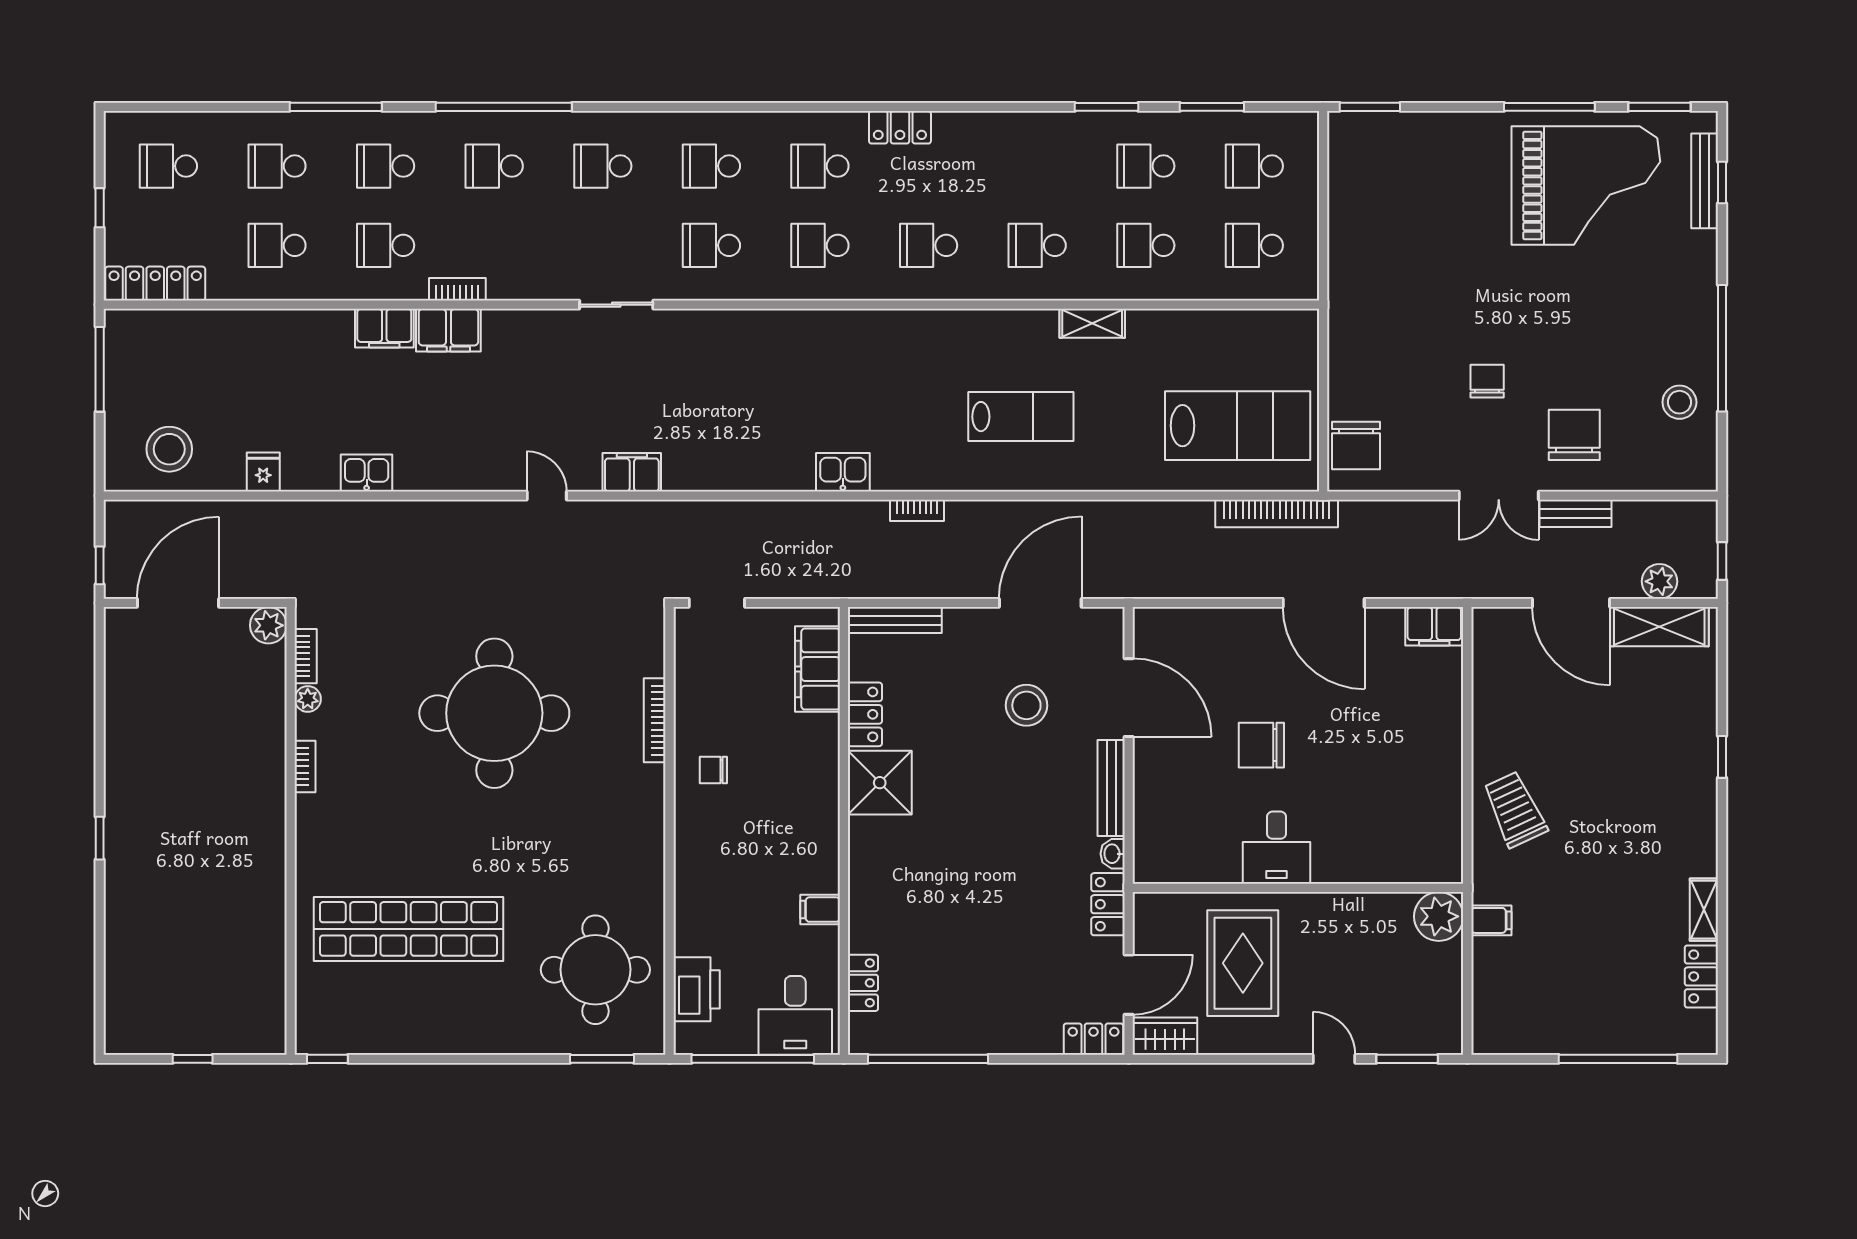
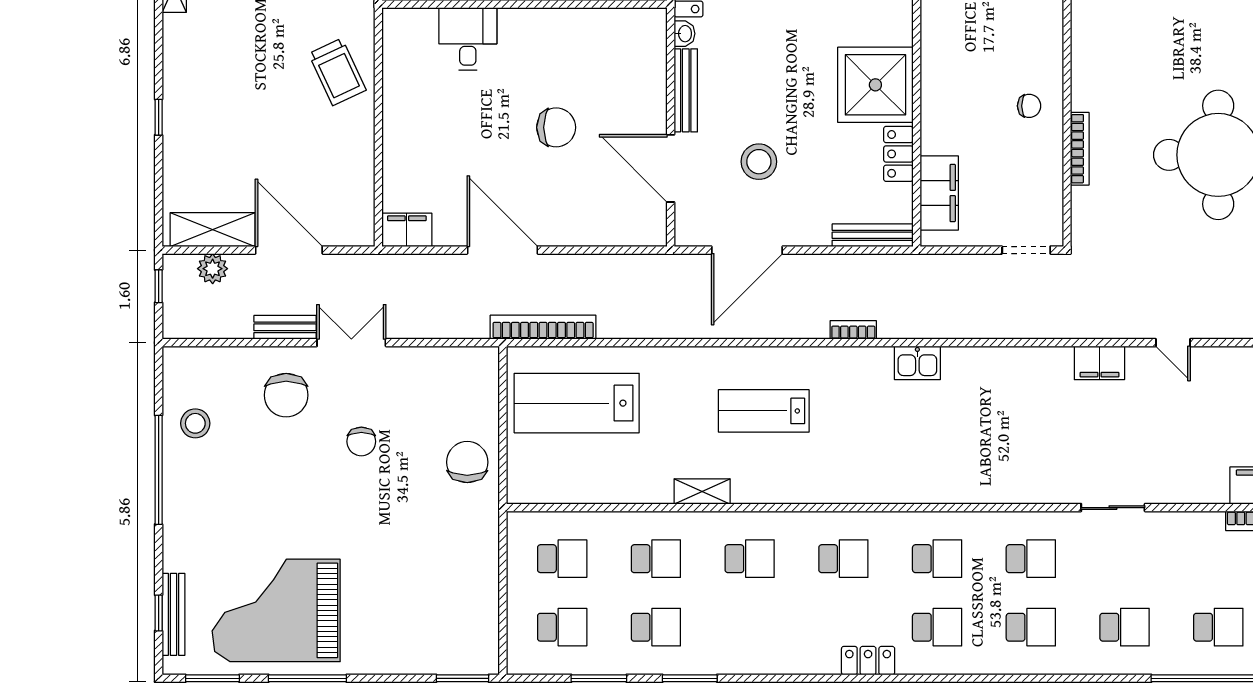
chair: (1356, 445) -> (467, 462), moved
shower: (880, 783) -> (875, 85), width x1.37, depth x1.37
desk: (1277, 848) -> (468, 39), moved

